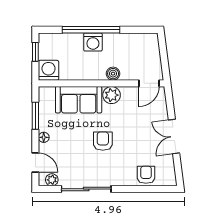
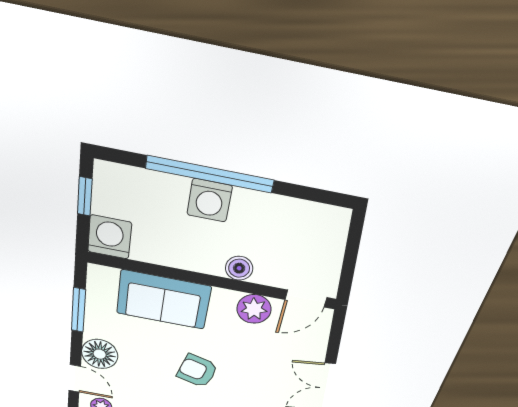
plant: (112, 95) -> (254, 309), moved
floor lamp: (44, 137) -> (100, 354), width x1.89, depth x1.89
armchair: (103, 141) -> (197, 371), turned -75

